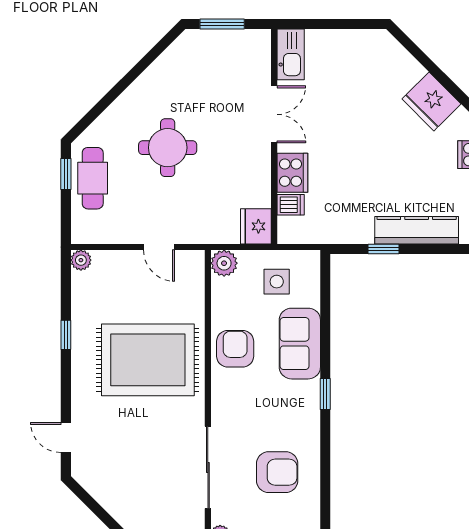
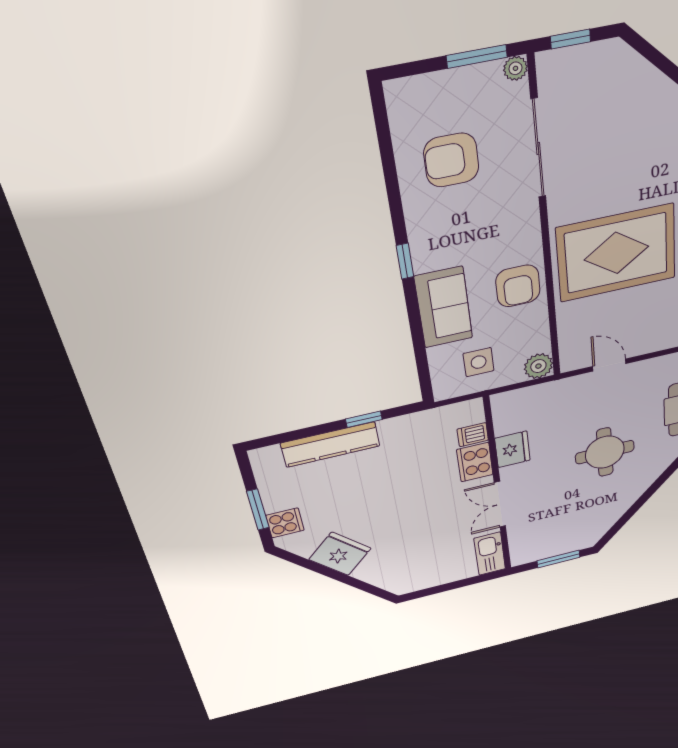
fridge: (256, 226) -> (512, 449), moved

